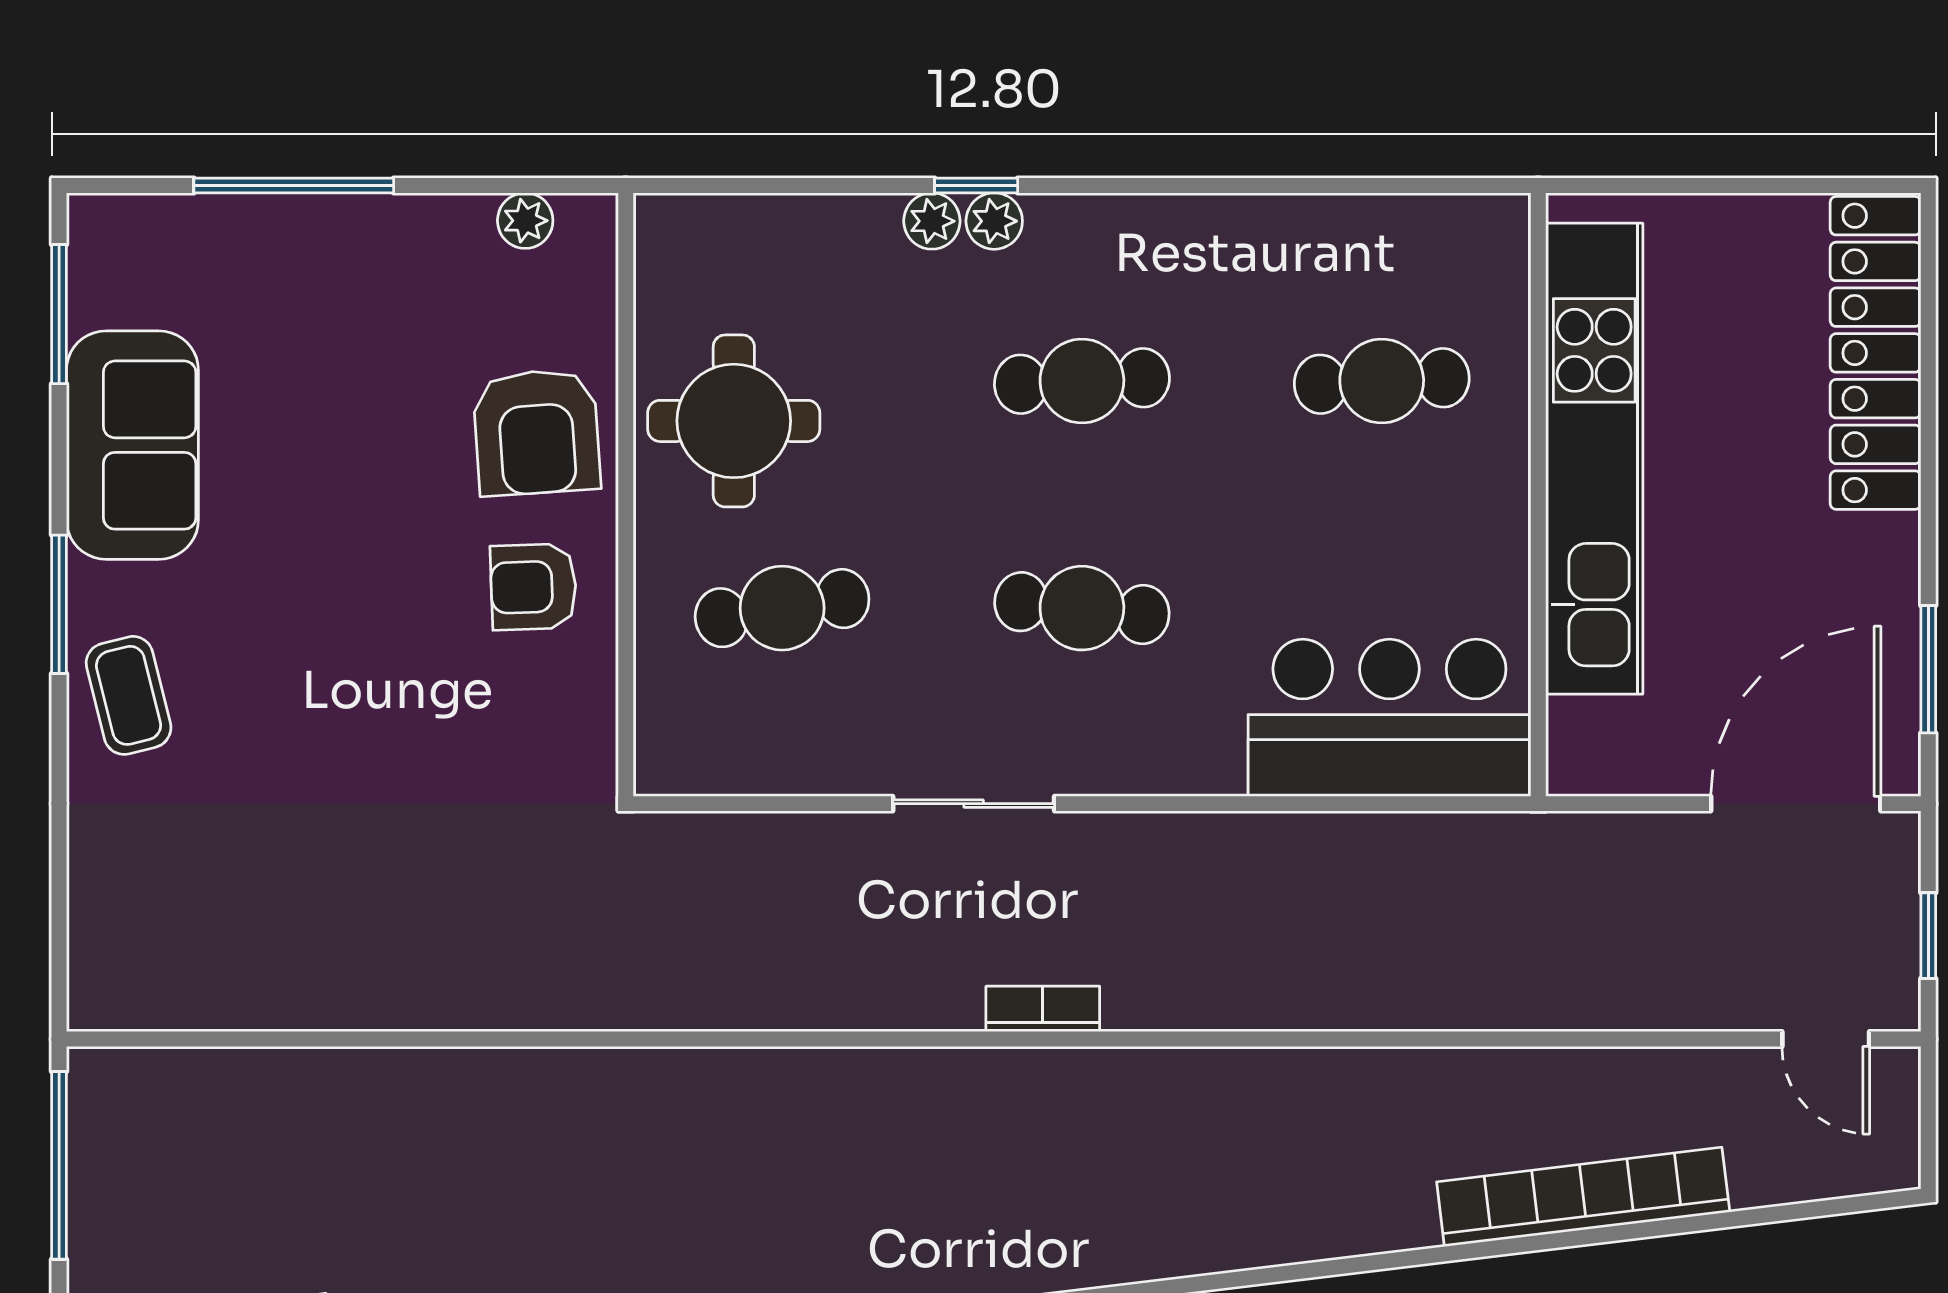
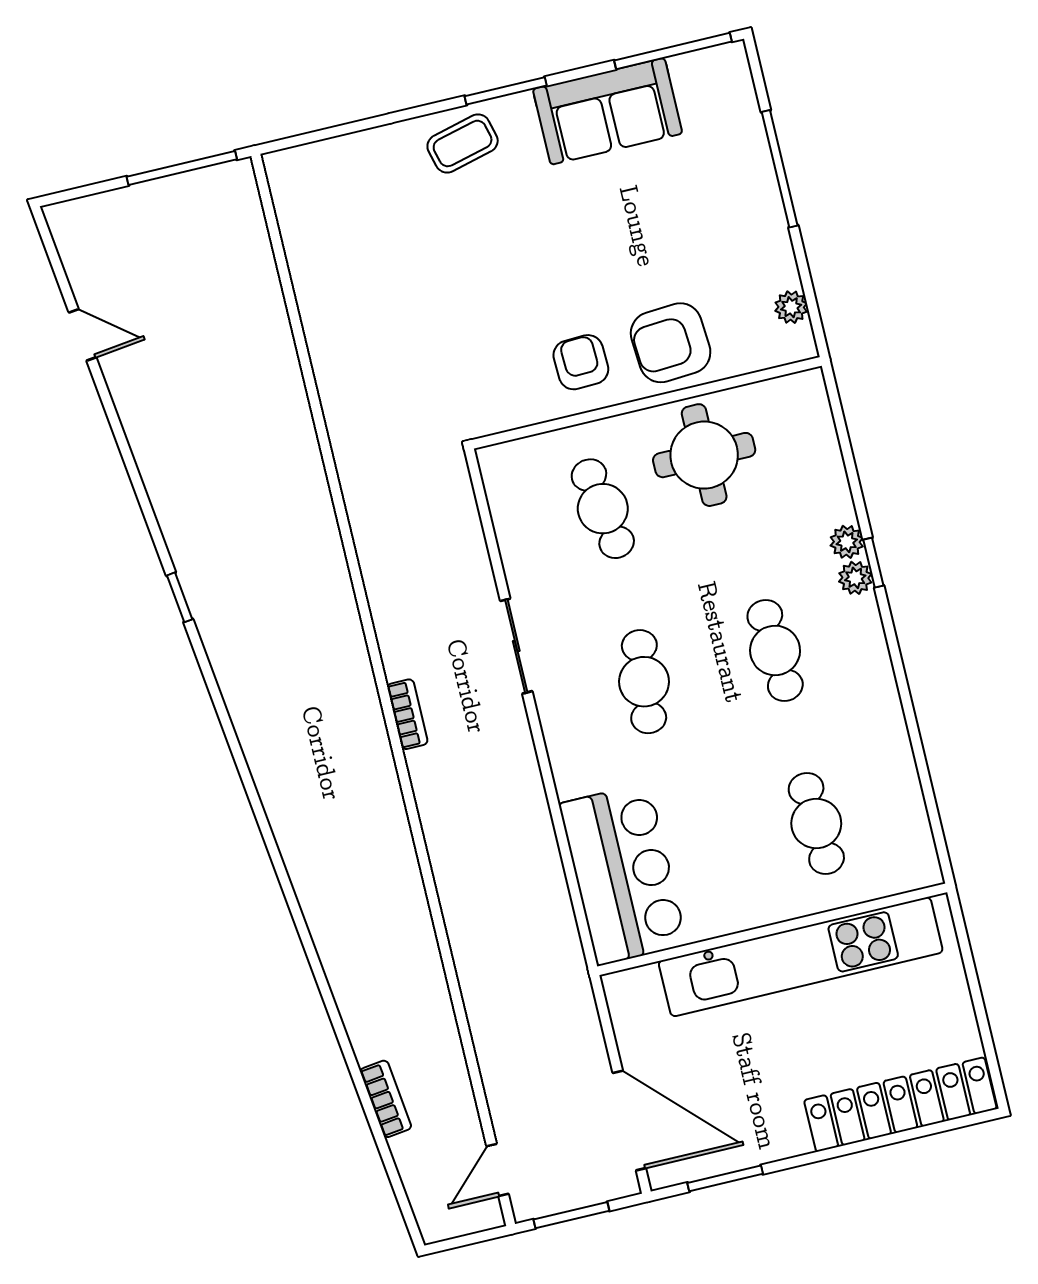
window: (59, 314) -> (673, 51), width x1.44
window: (1928, 936) -> (571, 1215), width x1.50
bookcase: (1583, 1197) -> (386, 1099), width x0.43, depth x0.76

